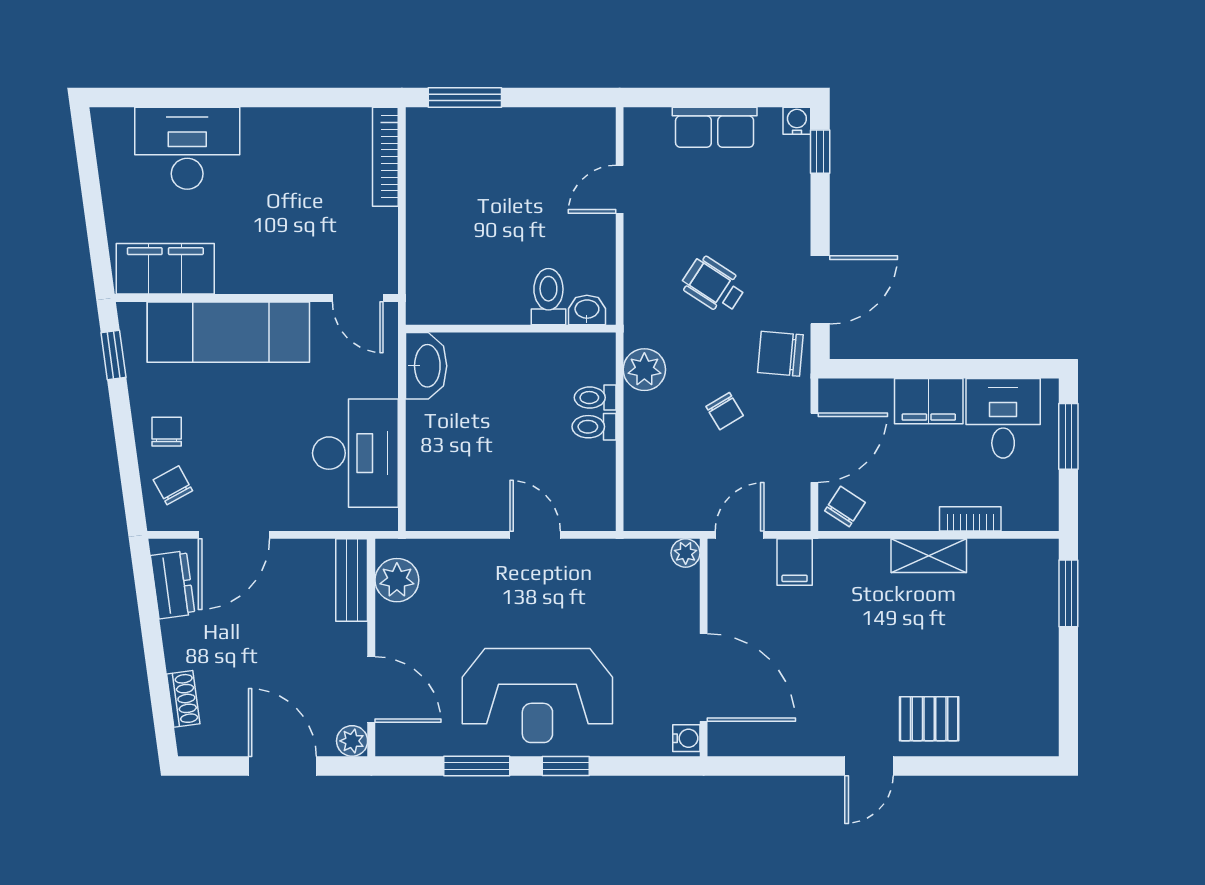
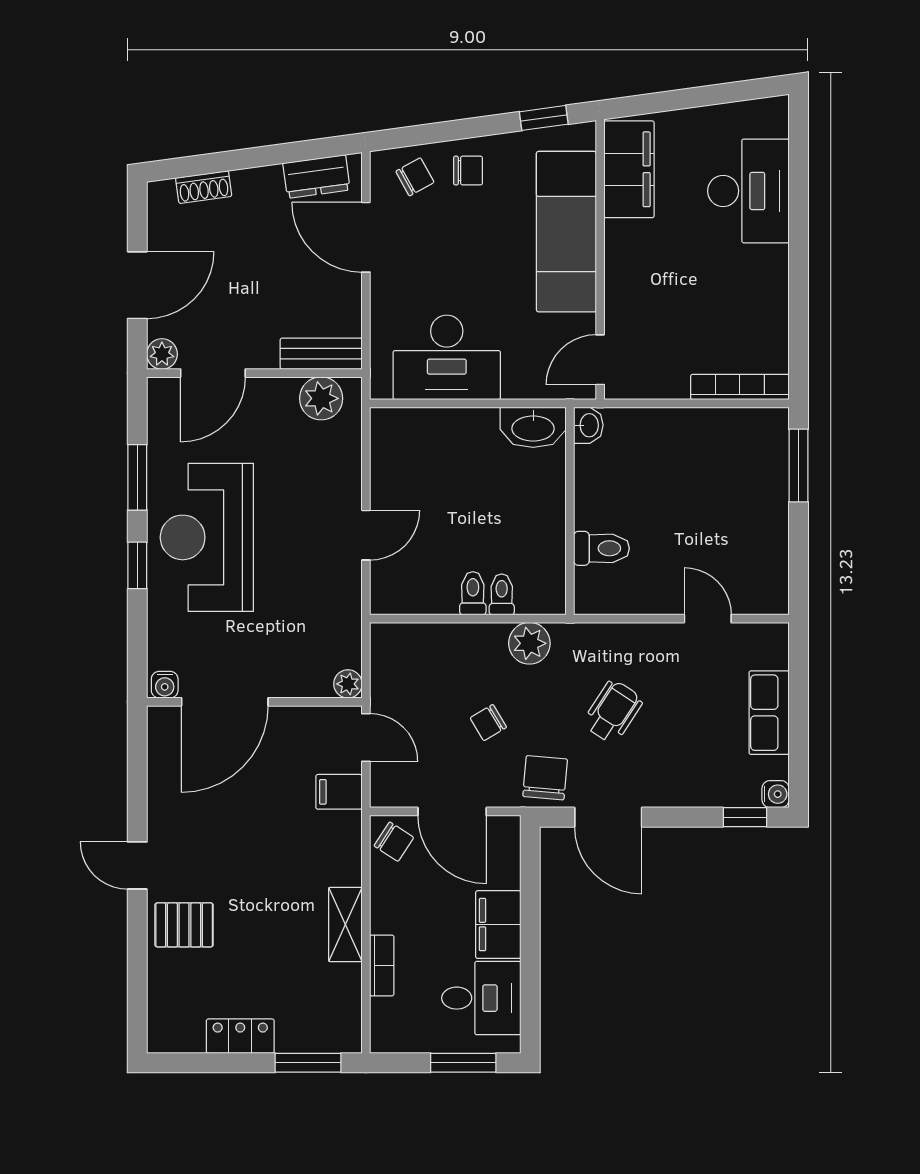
washbasin: (587, 310) -> (588, 425), moved
locker: (1042, 662) -> (240, 1036), added
pallet: (929, 719) -> (184, 925), turned 90

